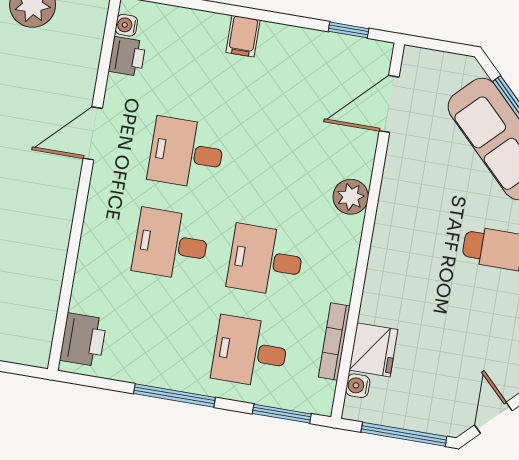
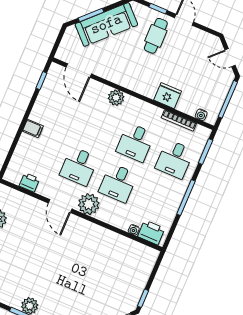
water cooler: (126, 25) -> (134, 230), moved
plant: (111, 193) -> (89, 204), added
fridge: (373, 350) -> (168, 96), moved

